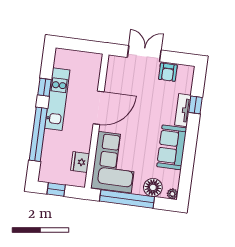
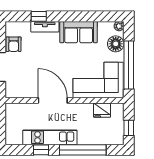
armchair: (168, 72) -> (14, 44), turned 90

